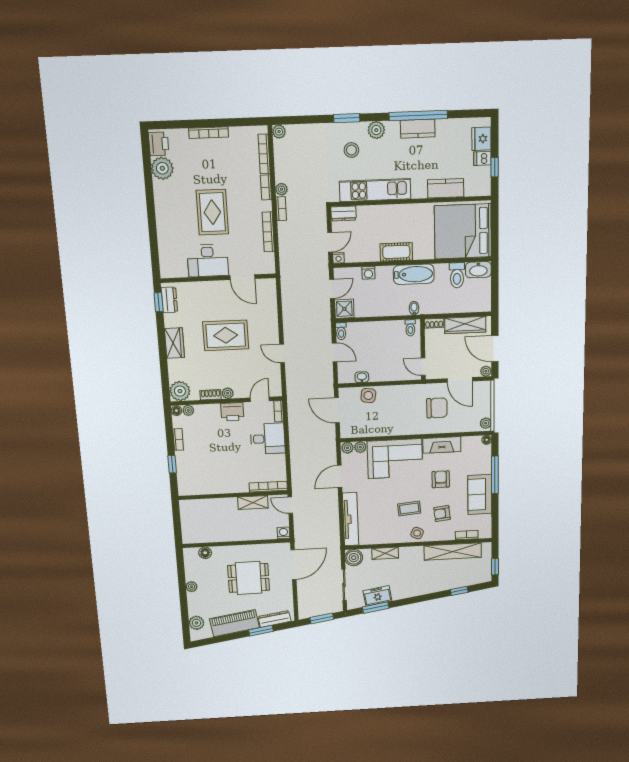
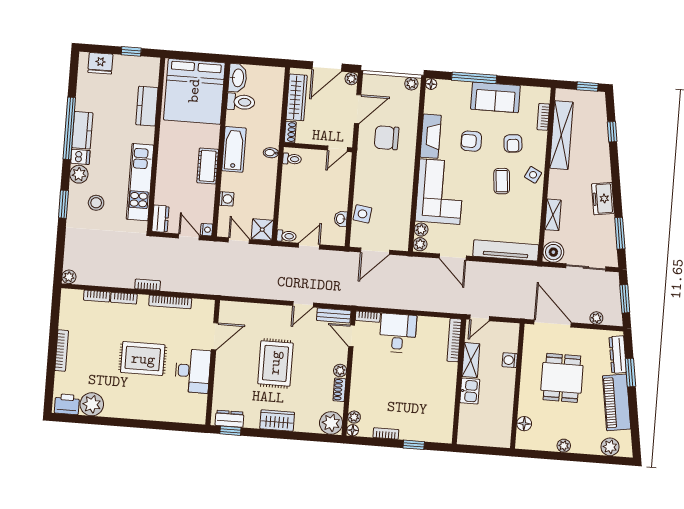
bookcase: (264, 154) -> (97, 296), width x0.64
dishwasher: (482, 158) -> (80, 157), moved, turned -90
plant: (281, 189) -> (596, 318), moved
bench: (276, 382) -> (334, 315), added
chair: (437, 408) -> (387, 138), turned -90
printer: (232, 412) -> (362, 368), removed
kitchen sink: (226, 505) -> (470, 391), added
washing machine: (284, 533) -> (510, 360), moved
freezer: (377, 596) -> (603, 199), moved

